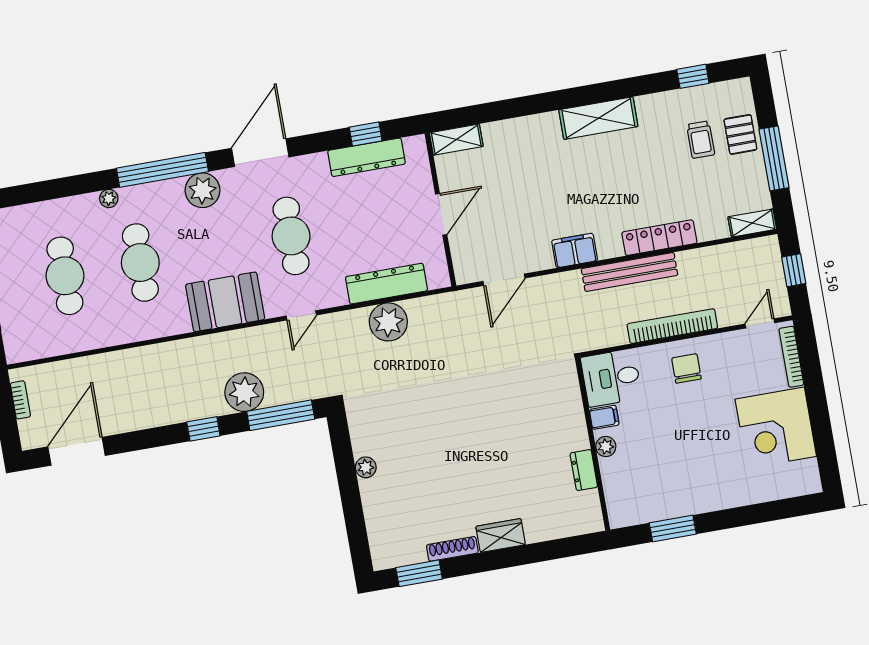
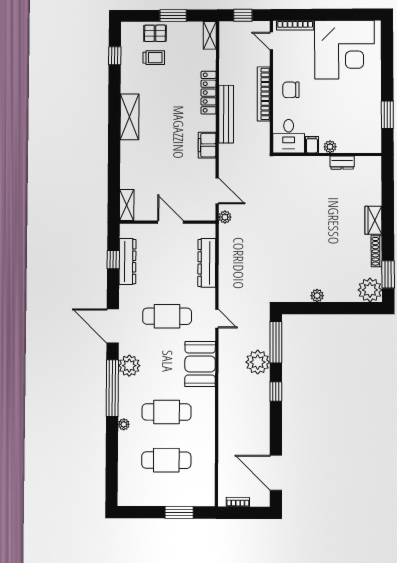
window: (774, 158) -> (173, 16), width x0.69
plant: (388, 322) -> (225, 217), moved, width x0.53, depth x0.53
corner desk: (776, 428) -> (344, 50), width x1.36, depth x1.36
plant: (389, 549) -> (370, 290), added

